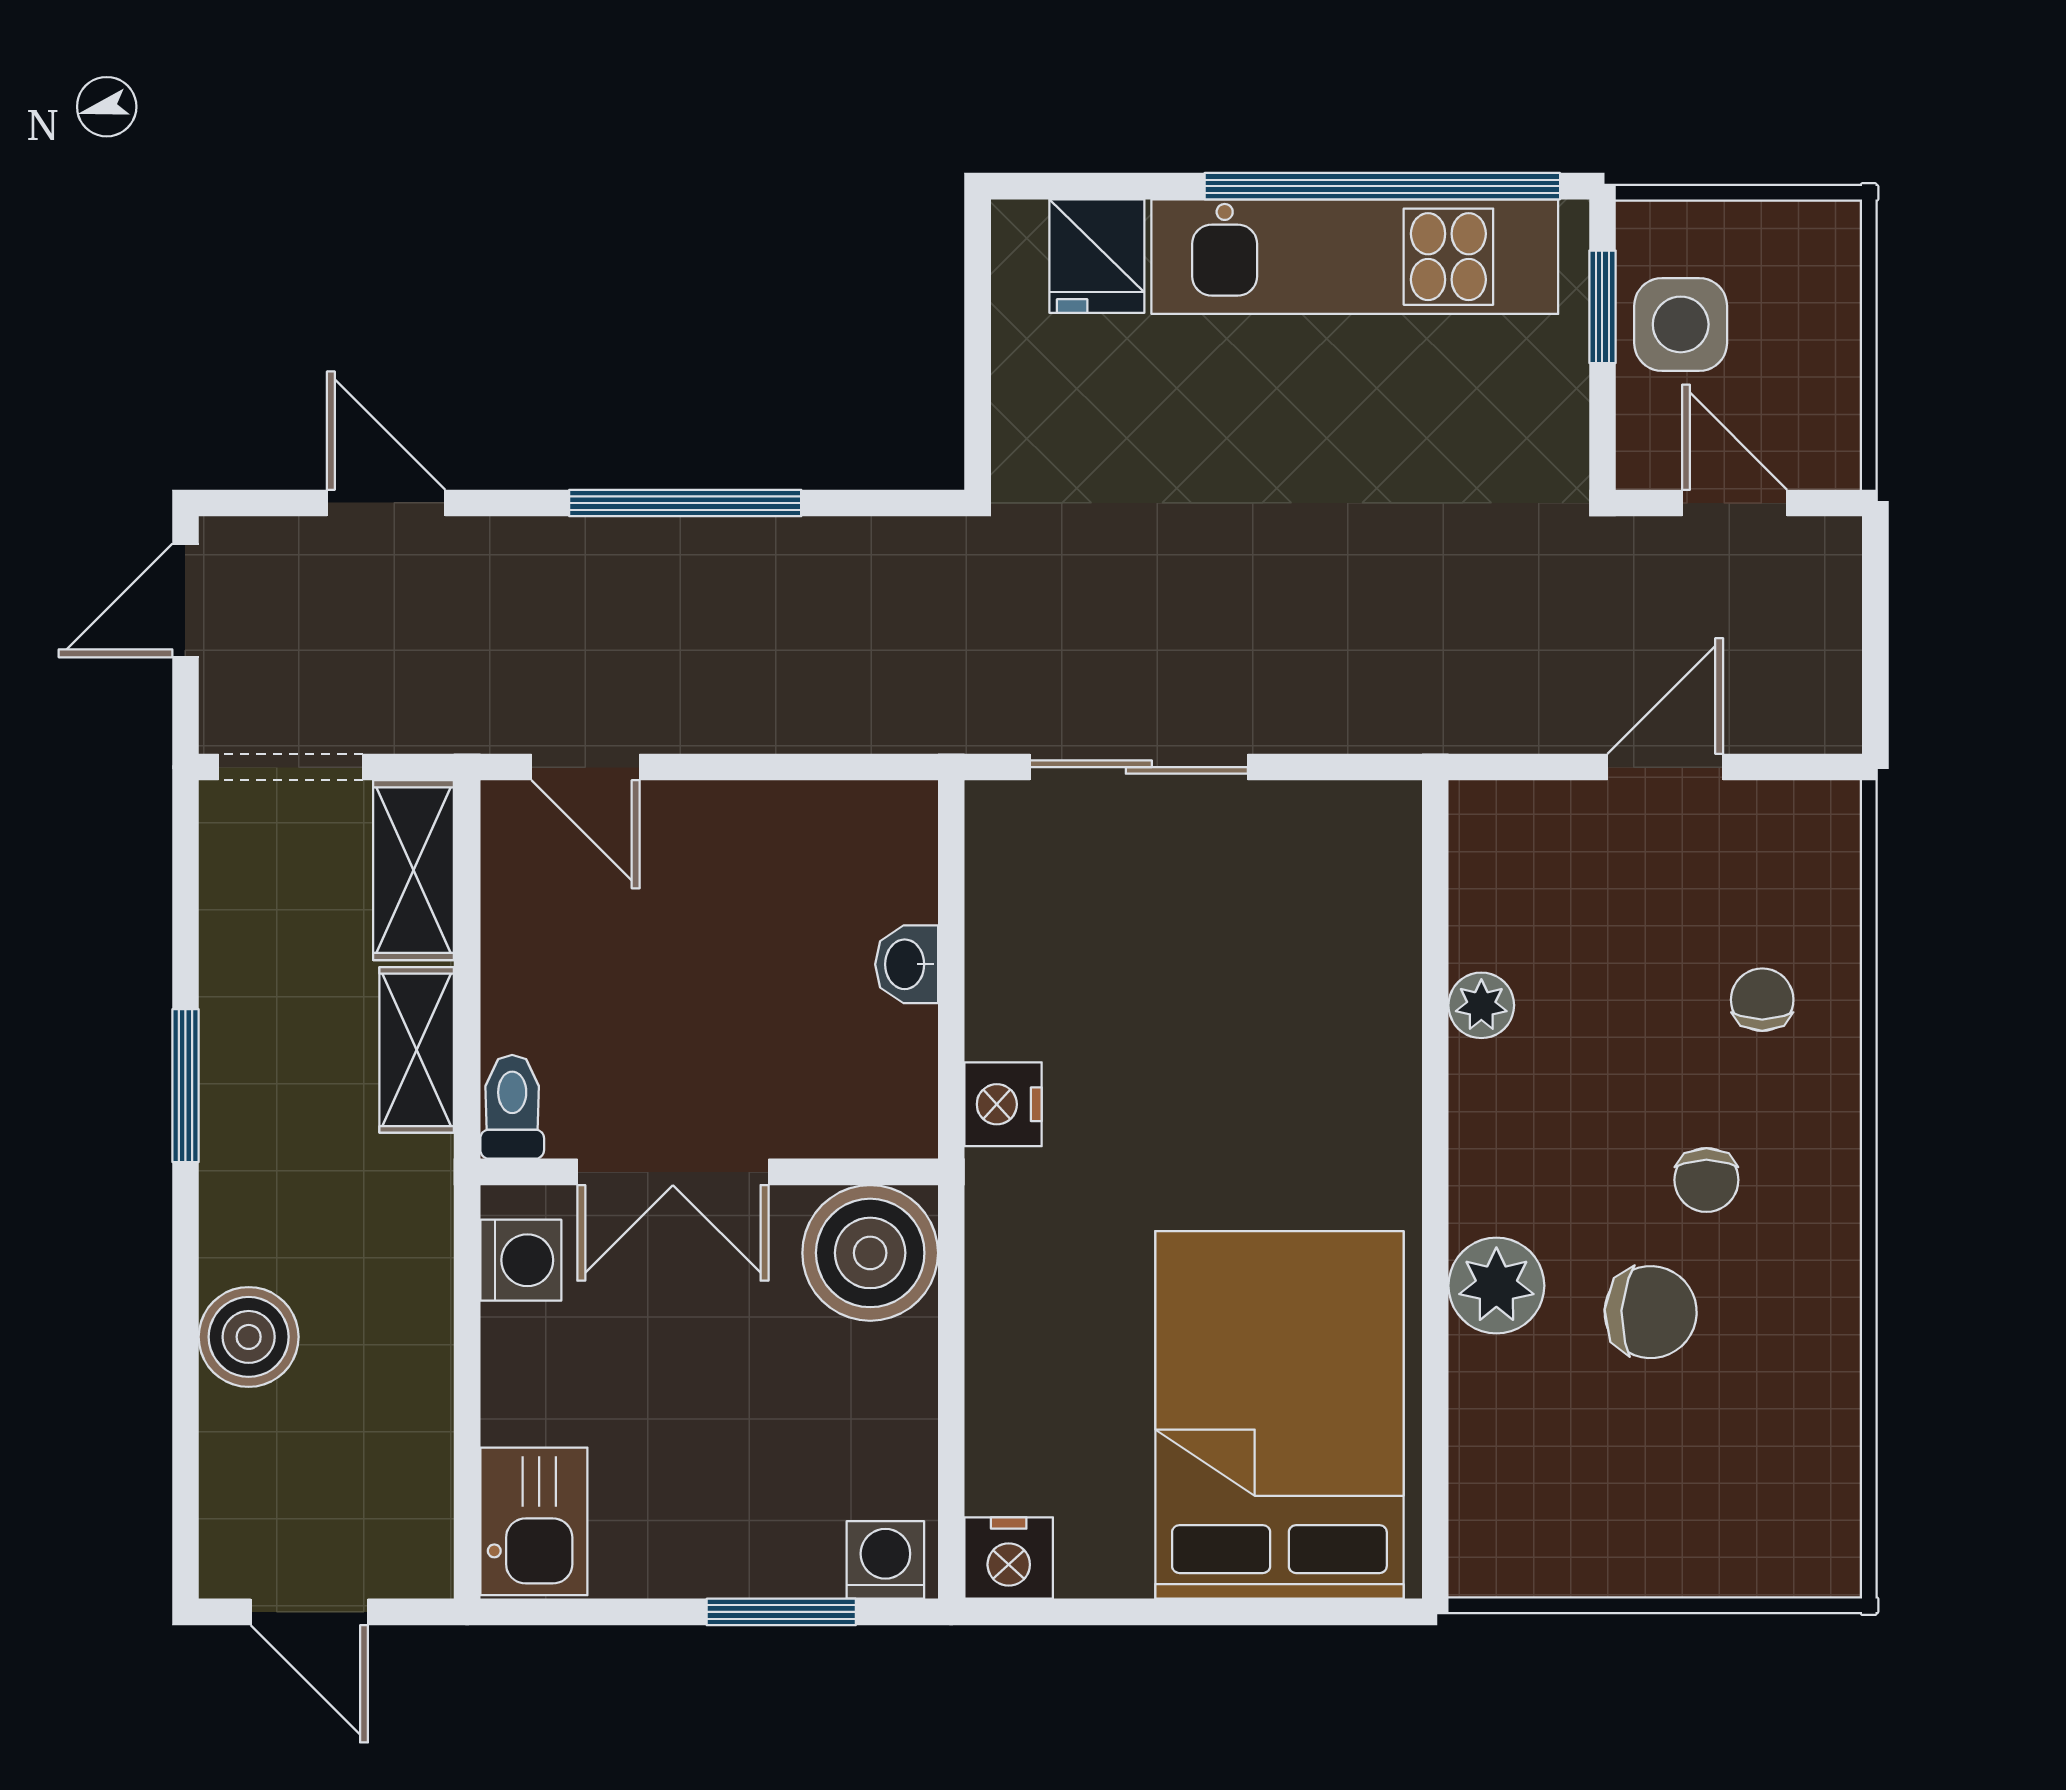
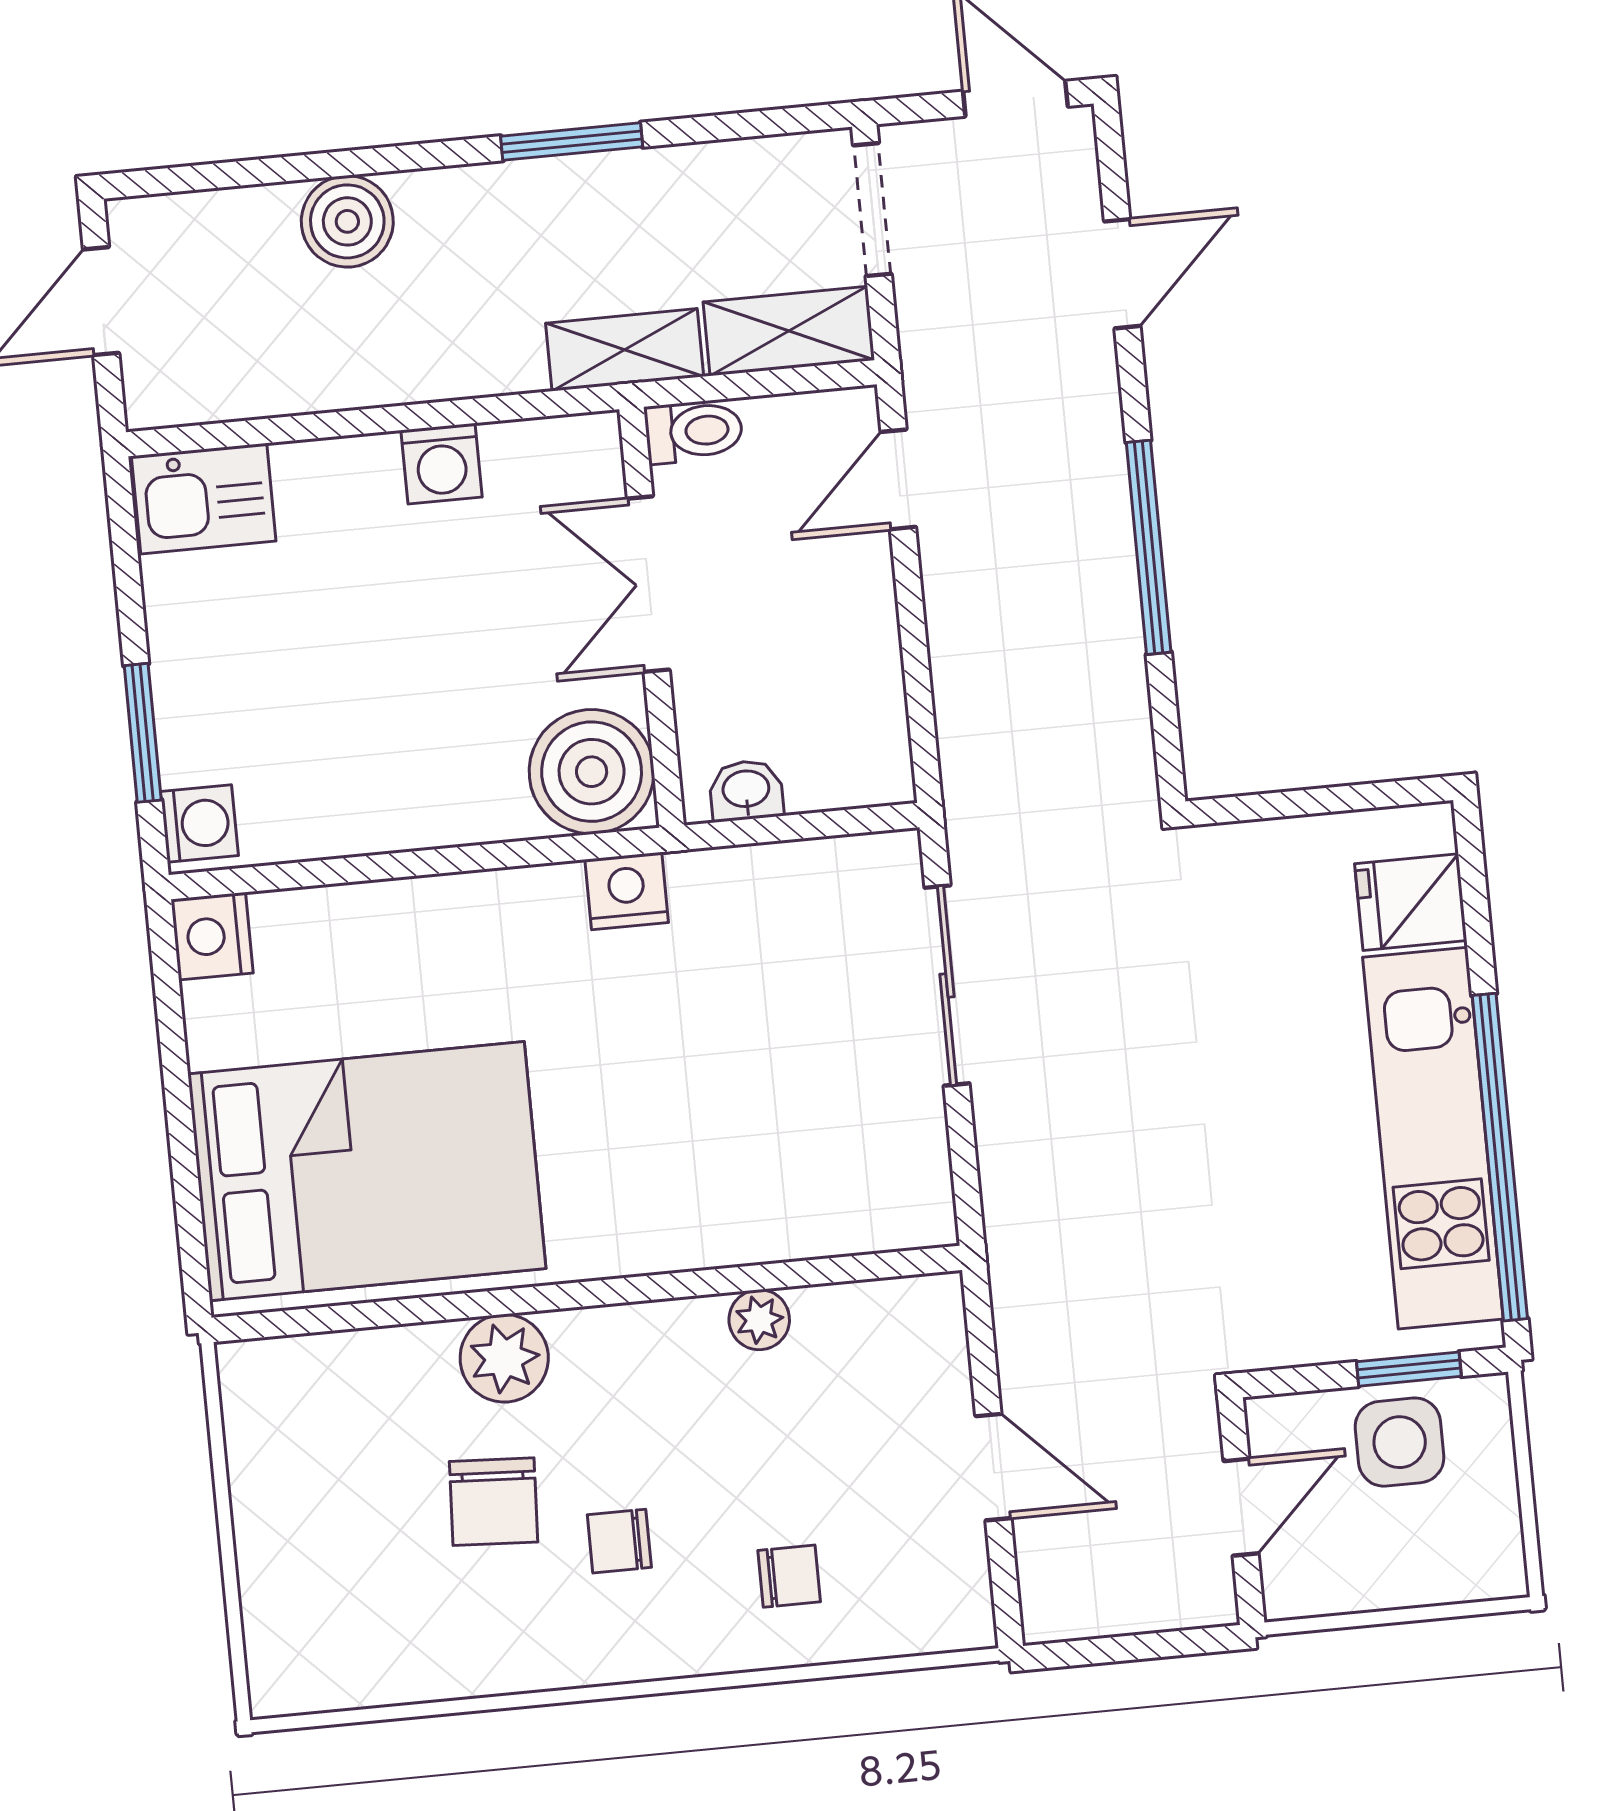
toilet: (512, 1107) -> (694, 431), moved
double door: (673, 1172) -> (648, 584), moved
wall: (709, 1172) -> (652, 617), moved
boiler: (870, 1253) -> (592, 772), moved

